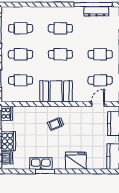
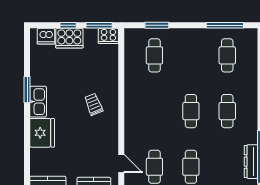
cafe table: (21, 54) -> (191, 55), removed
booth: (56, 91) -> (139, 105), removed
kitchen sink: (41, 164) -> (38, 102), moved

